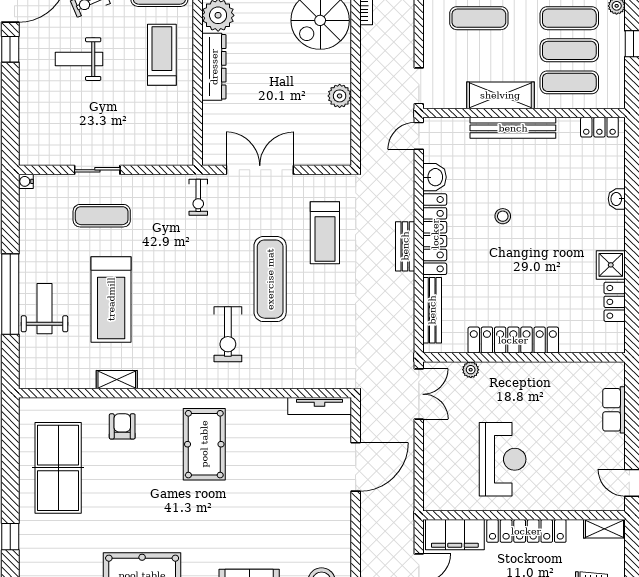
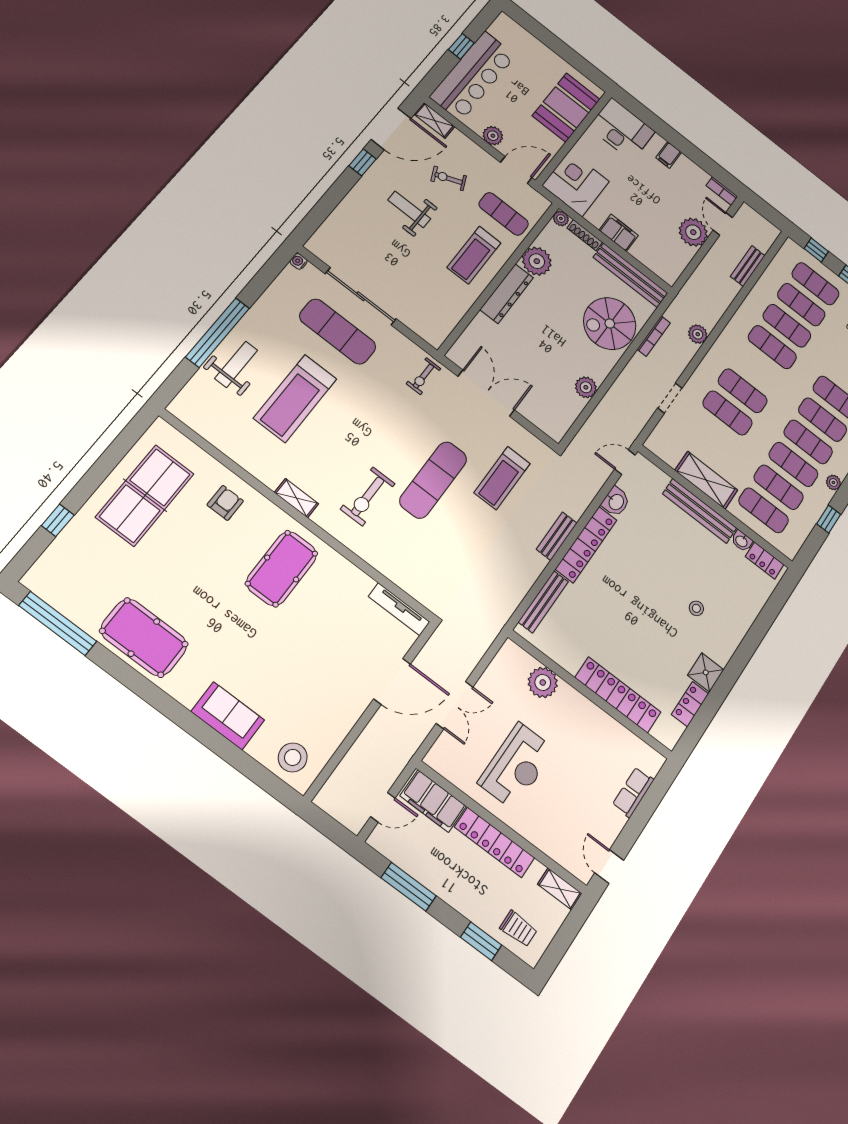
treadmill: (162, 55) -> (474, 255), turned 180
doorway: (419, 86) -> (670, 398), moved
sliding door: (97, 170) -> (361, 296), width x1.86
washbasin: (617, 199) -> (742, 541), moved, turned -90
exercise mat: (102, 216) -> (338, 331), width x1.36, depth x1.45
stool: (503, 216) -> (696, 608), moved
locker: (513, 340) -> (618, 695), moved
plant: (471, 370) -> (543, 682), width x1.88, depth x1.88
shelving: (117, 380) -> (296, 498), moved
double door: (419, 394) -> (455, 705), moved

